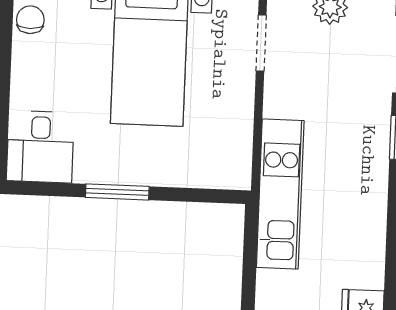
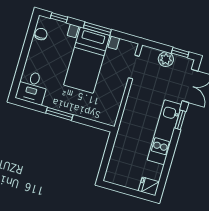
kitchen unit: (280, 194) -> (164, 132), moved, turned 180

